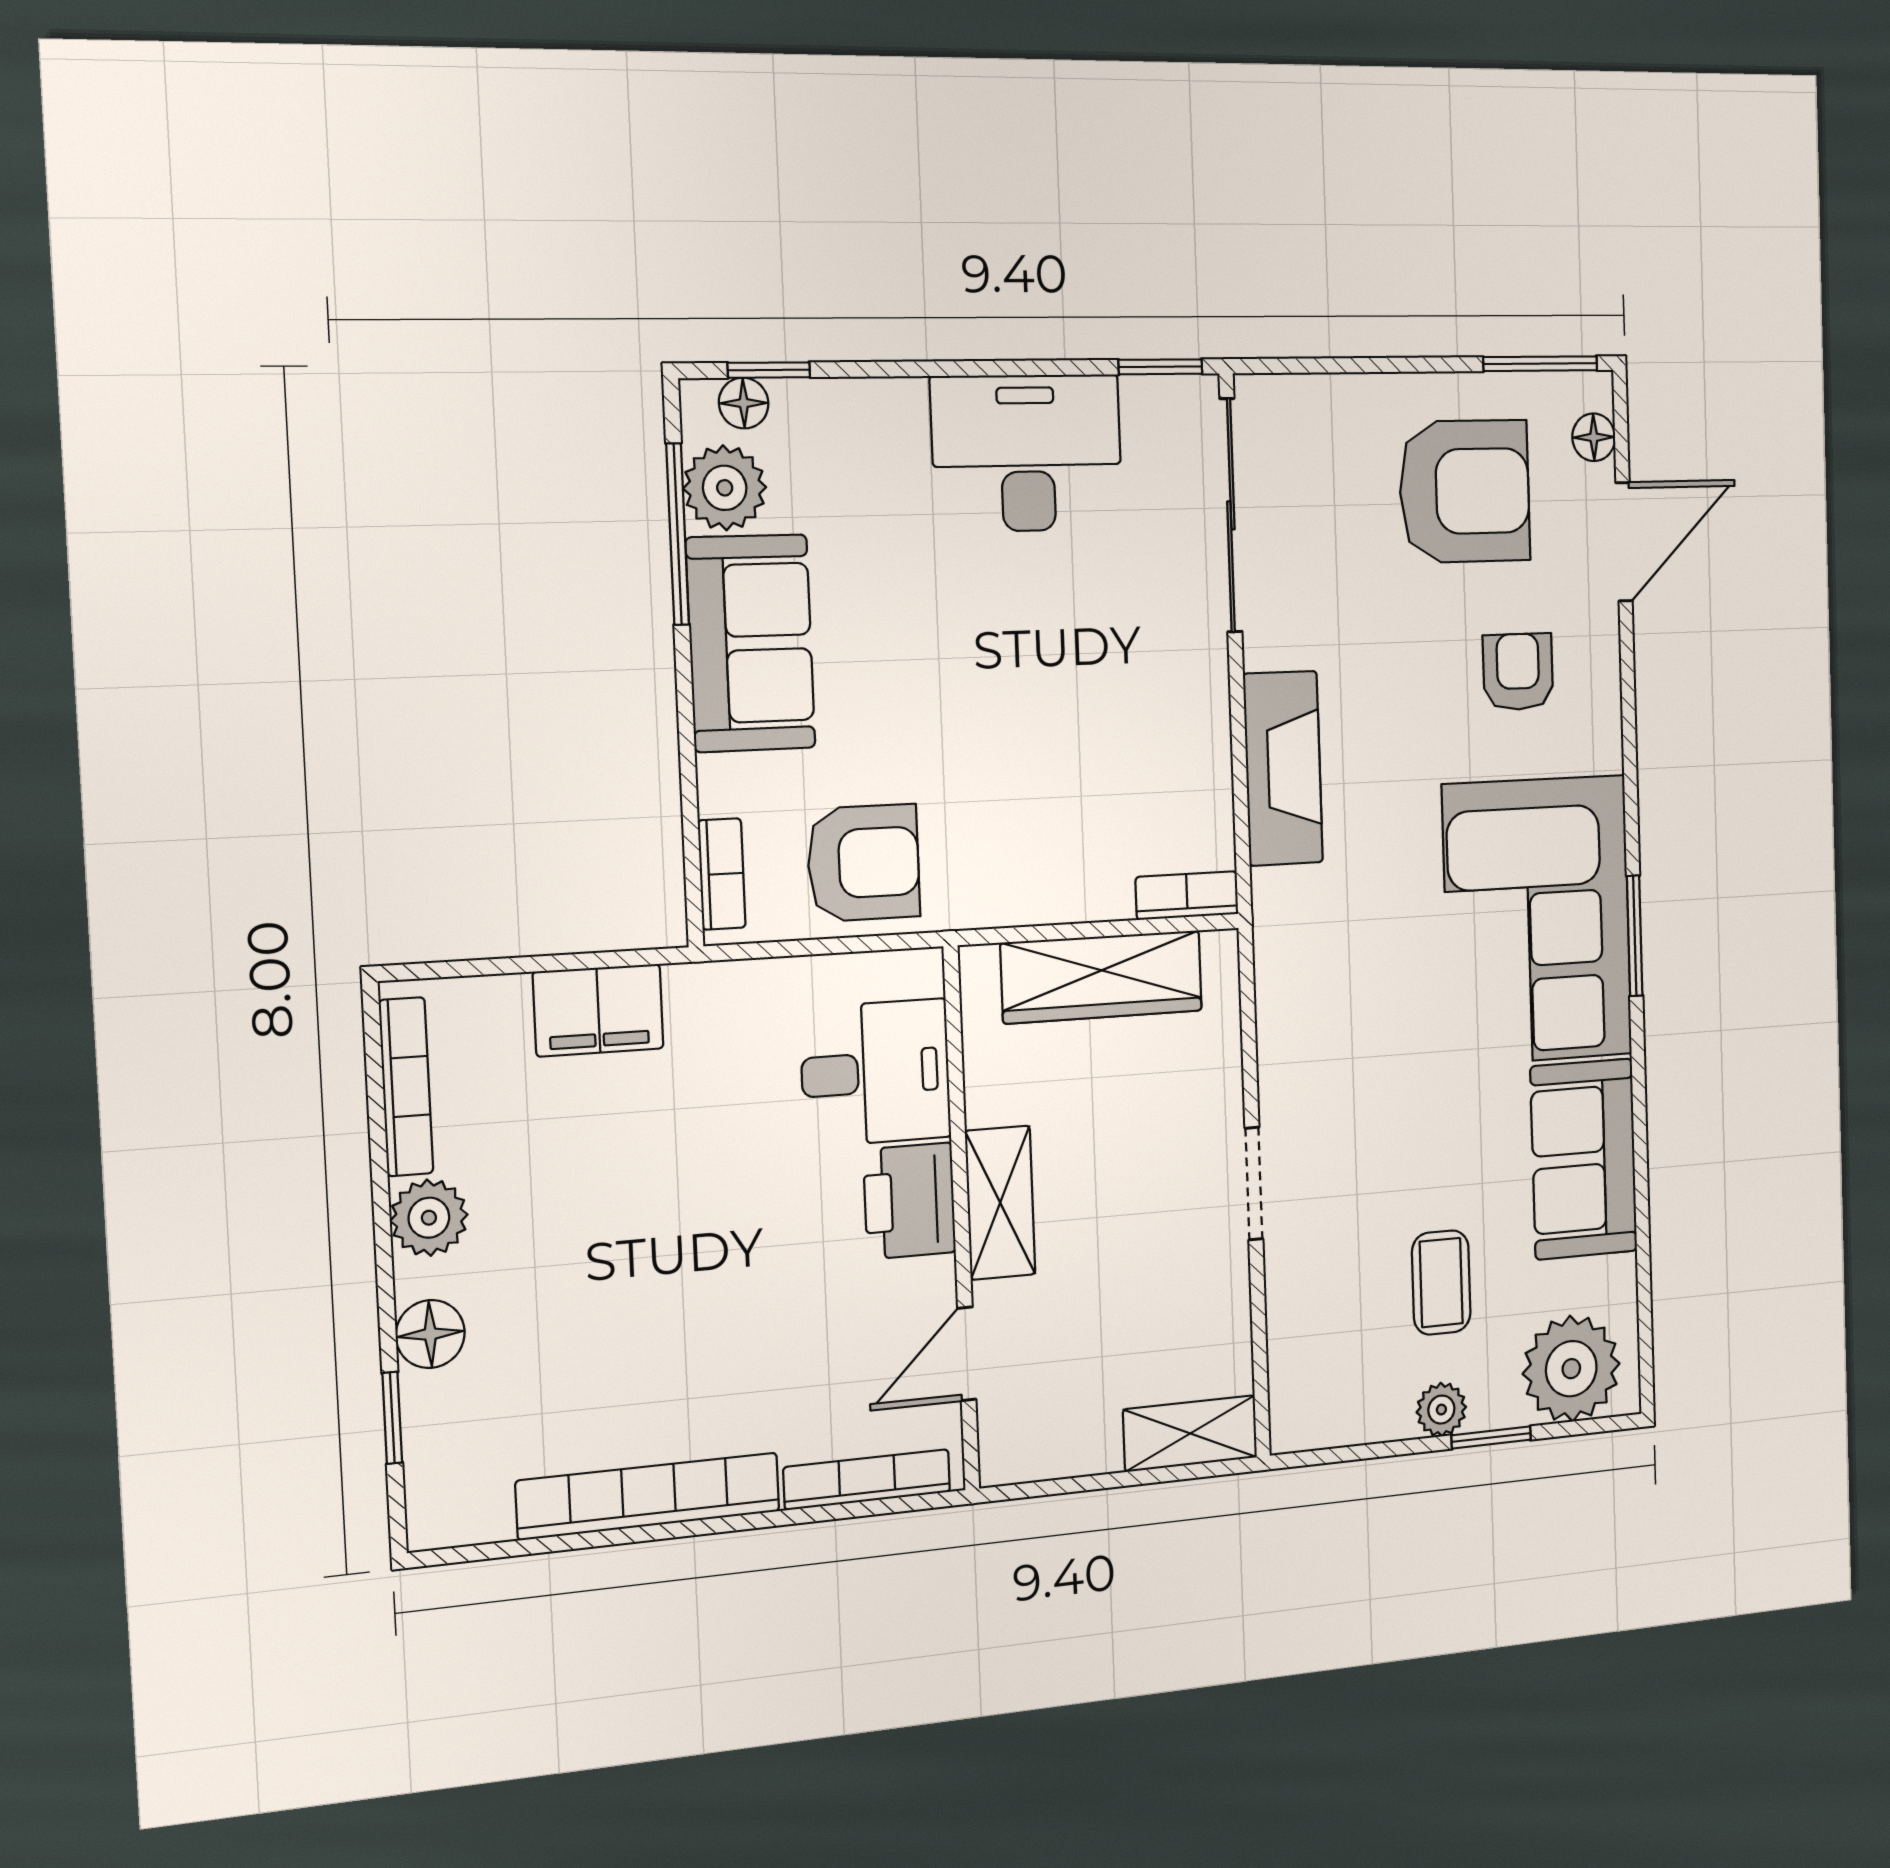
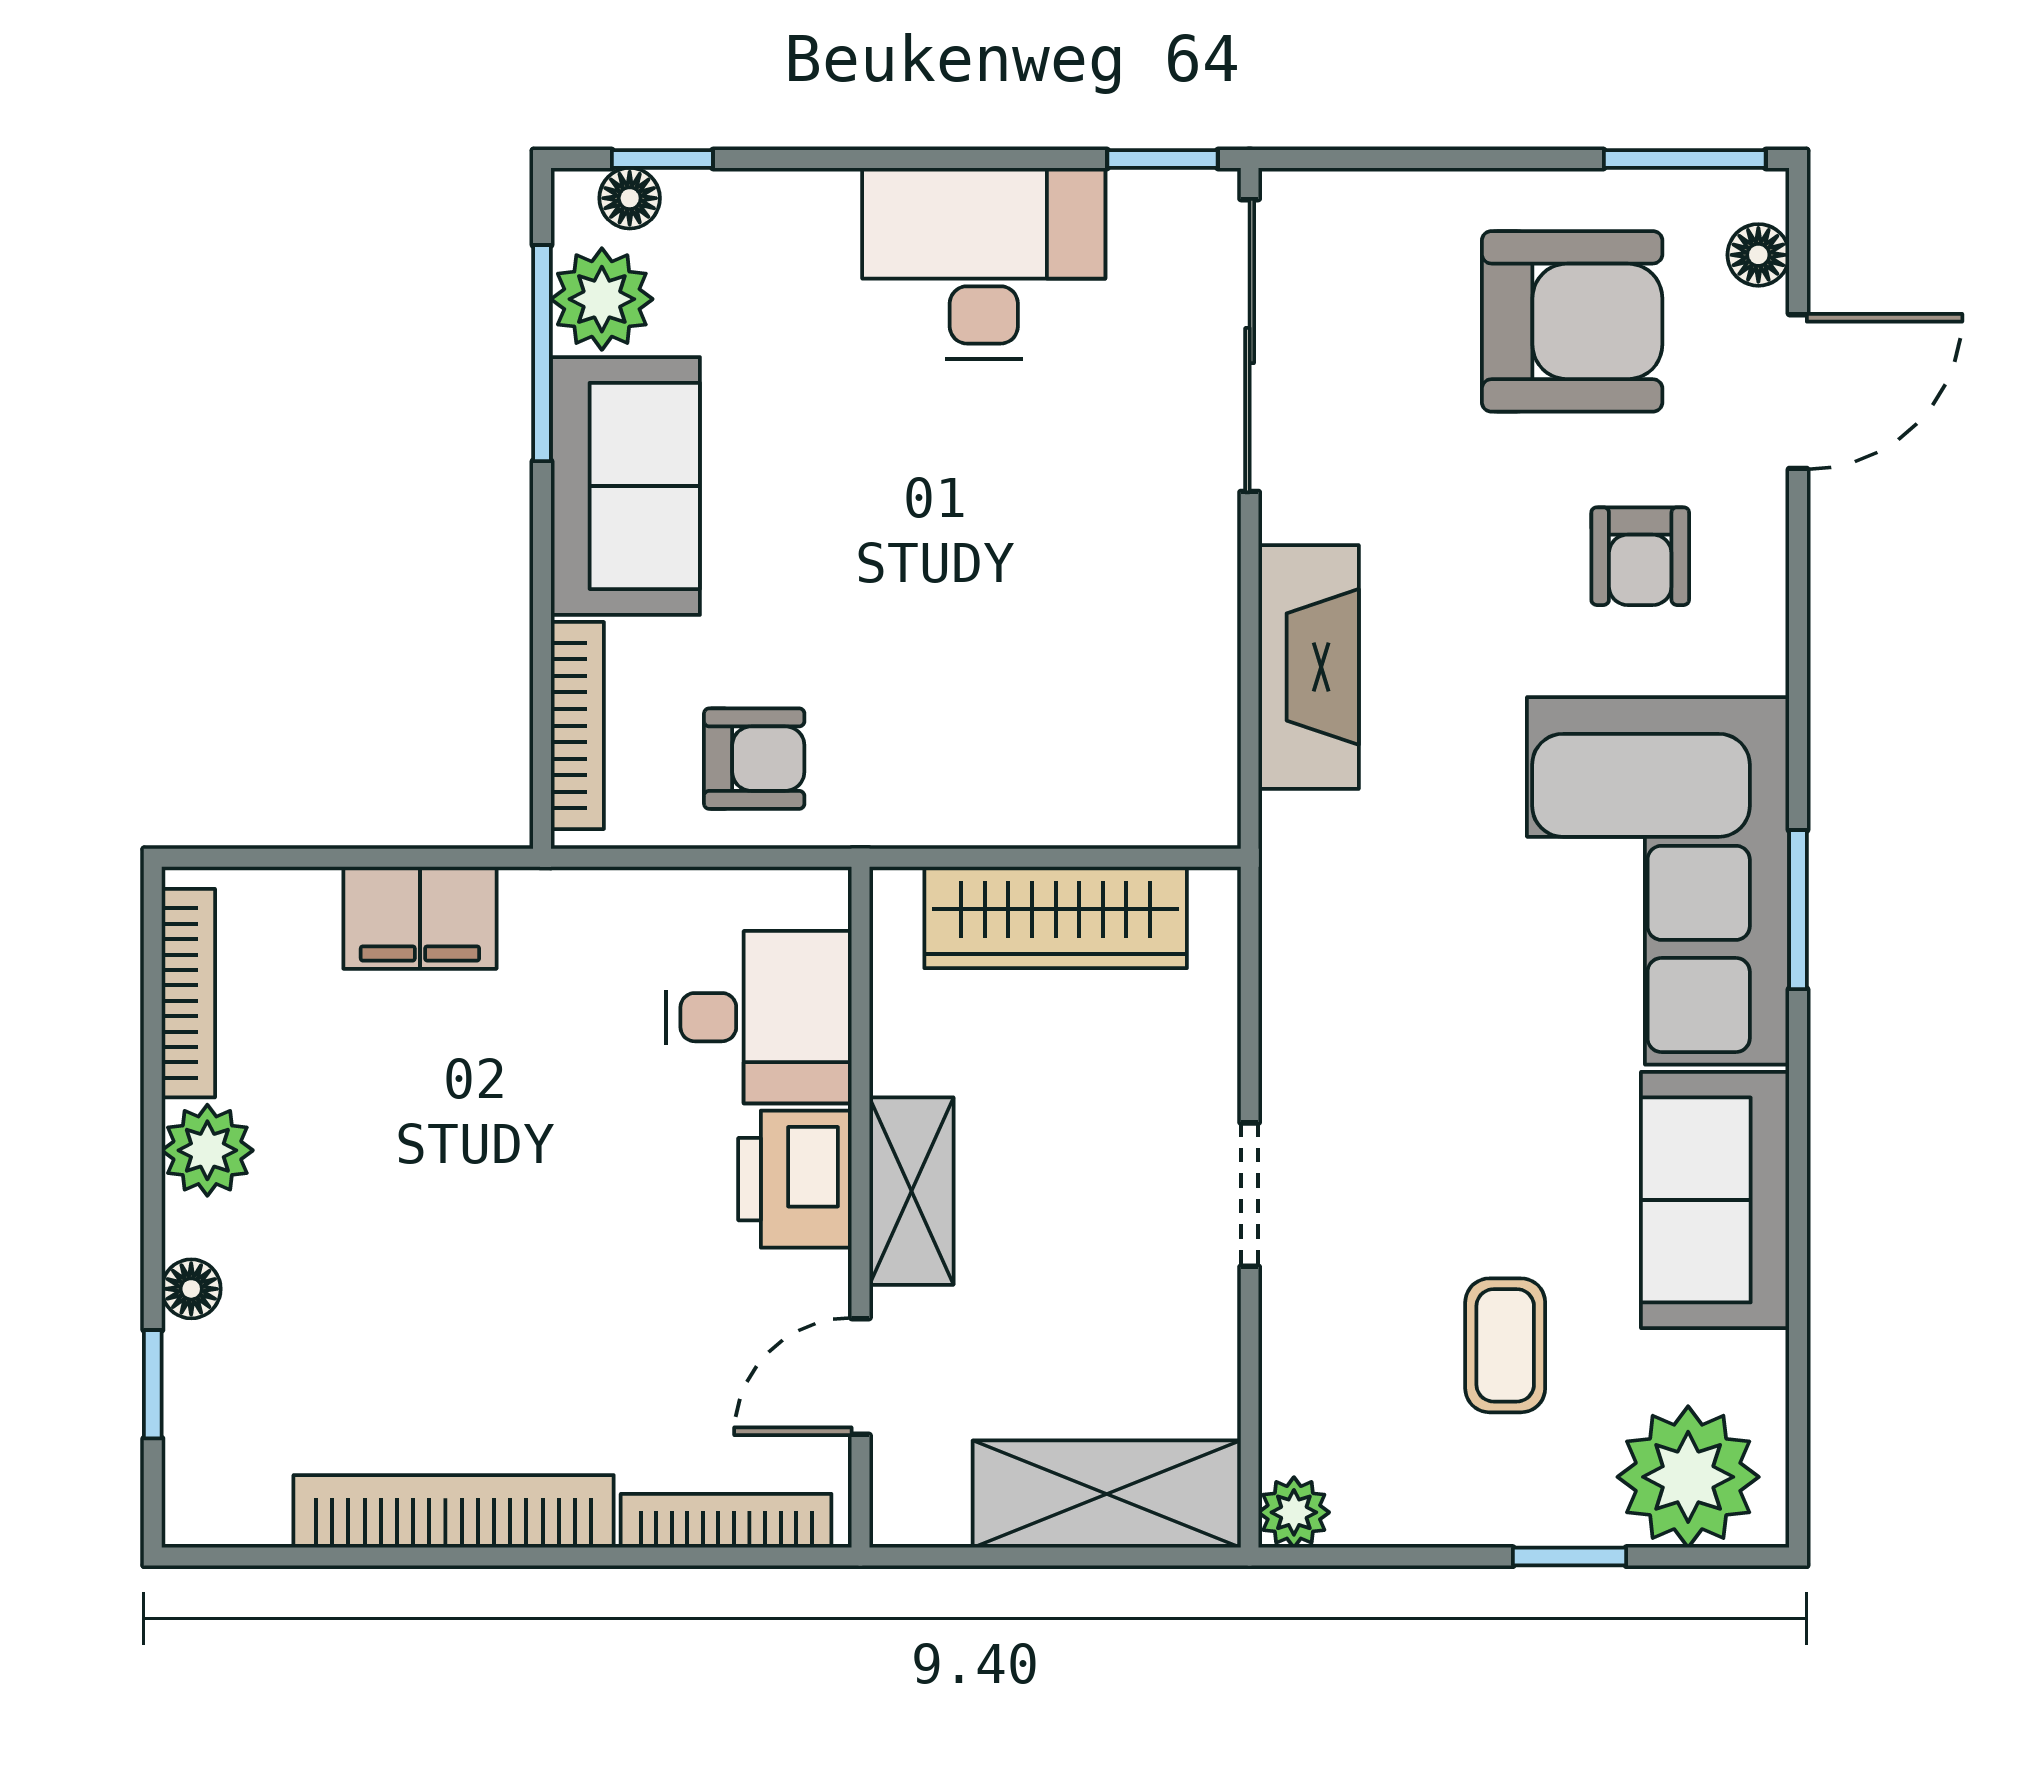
armchair: (1518, 672) -> (1640, 556), turned 180
armchair: (863, 863) -> (754, 759), width x0.72, depth x0.72
bookcase: (722, 874) -> (577, 726), width x1.56
bookcase: (1187, 896) -> (1173, 822), removed
floor lamp: (430, 1334) -> (191, 1289), width x0.73, depth x0.73
plant: (1441, 1410) -> (1294, 1512), moved
shelving: (1190, 1433) -> (1107, 1494), width x1.50, depth x1.33

